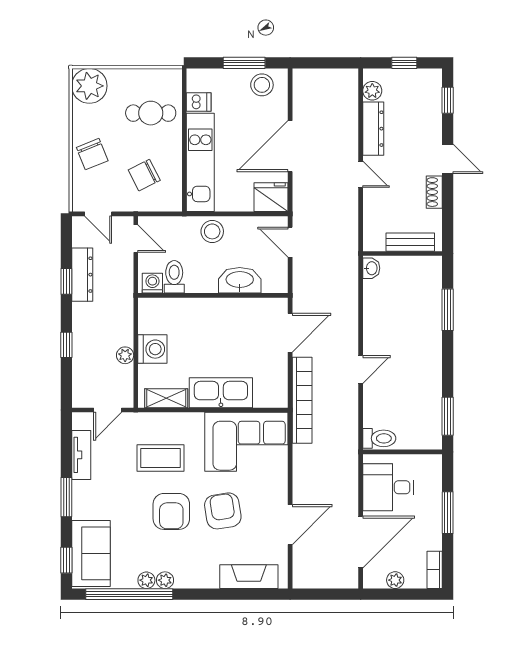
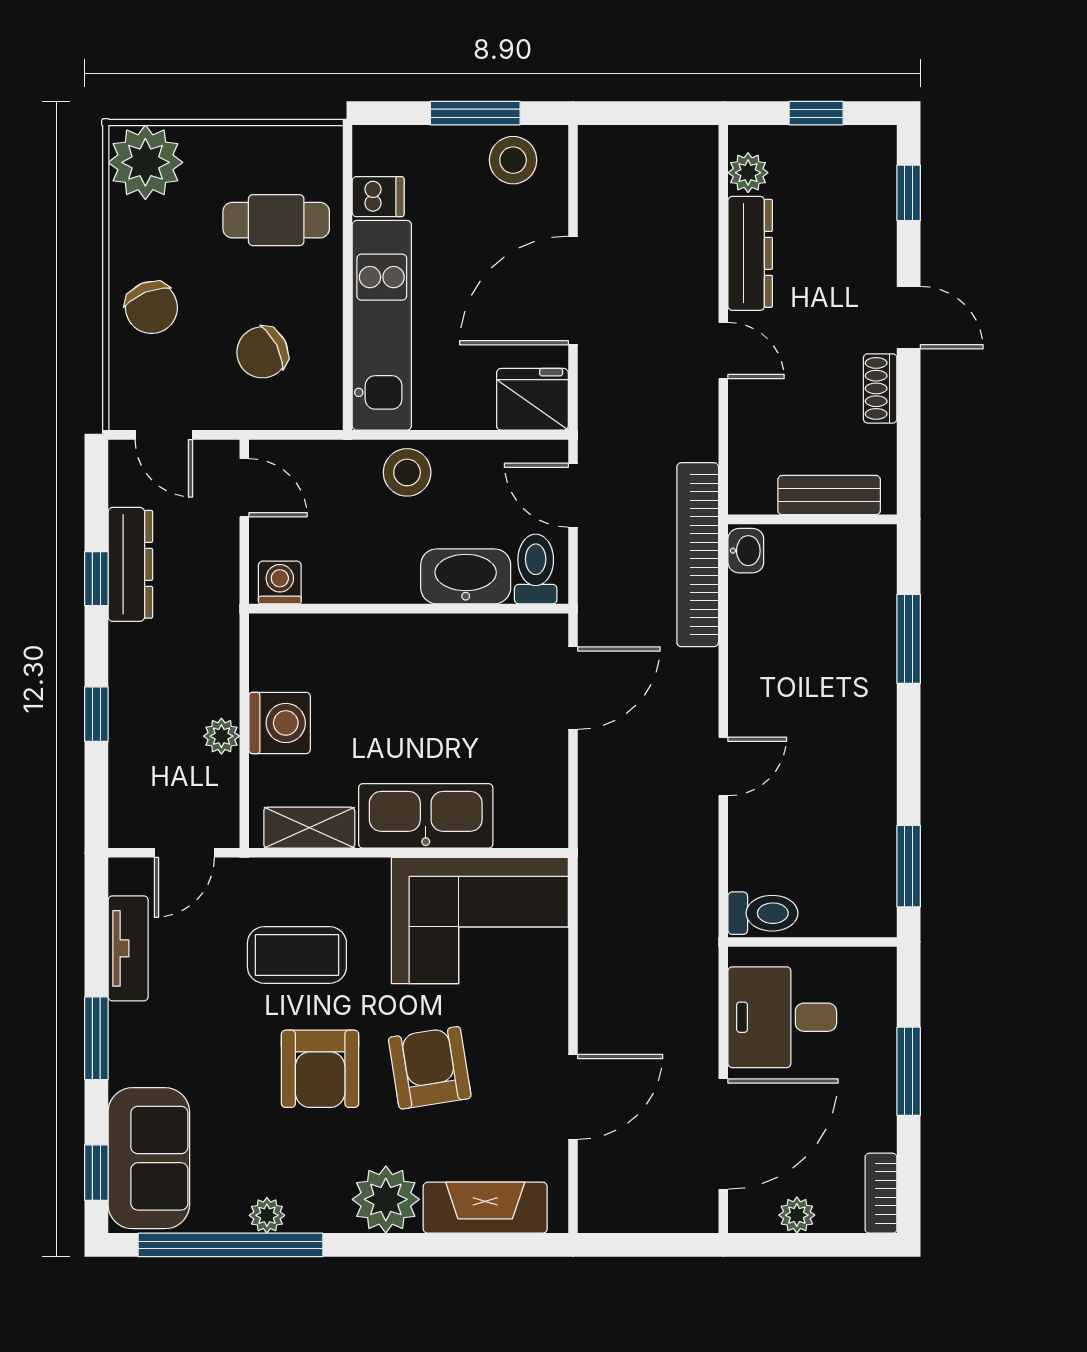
toilet: (174, 277) -> (536, 569), moved
bookcase: (302, 400) -> (698, 555), moved, turned 180
plant: (165, 580) -> (386, 1199), moved, width x1.88, depth x1.88

